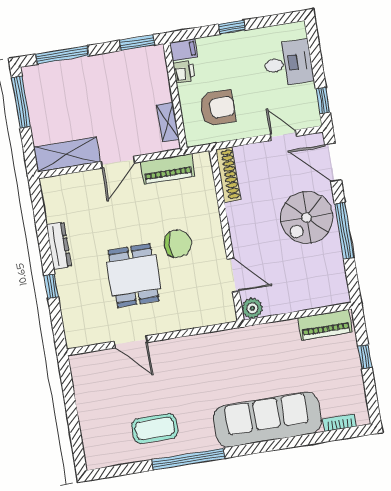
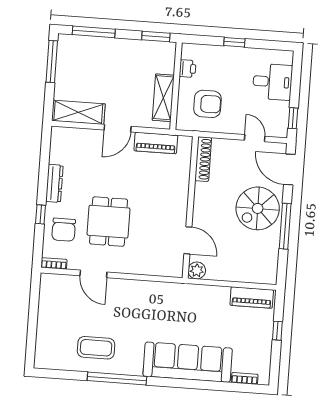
filing cabinet: (184, 50) -> (192, 51), removed
shelving: (168, 122) -> (163, 98), width x1.50, depth x1.33
chair: (178, 244) -> (64, 230), moved, turned 90
bookcase: (81, 341) -> (54, 263), added

